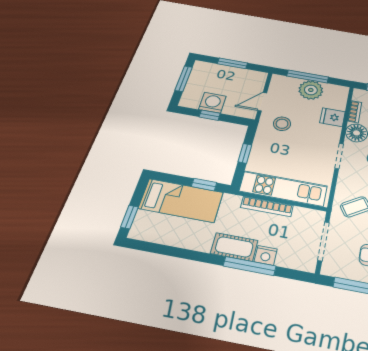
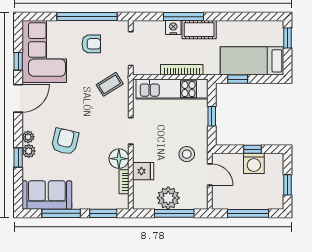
window: (232, 63) -> (248, 213), width x1.44
window: (184, 79) -> (288, 185), width x0.67
door: (262, 102) -> (210, 175), hinge flipped

